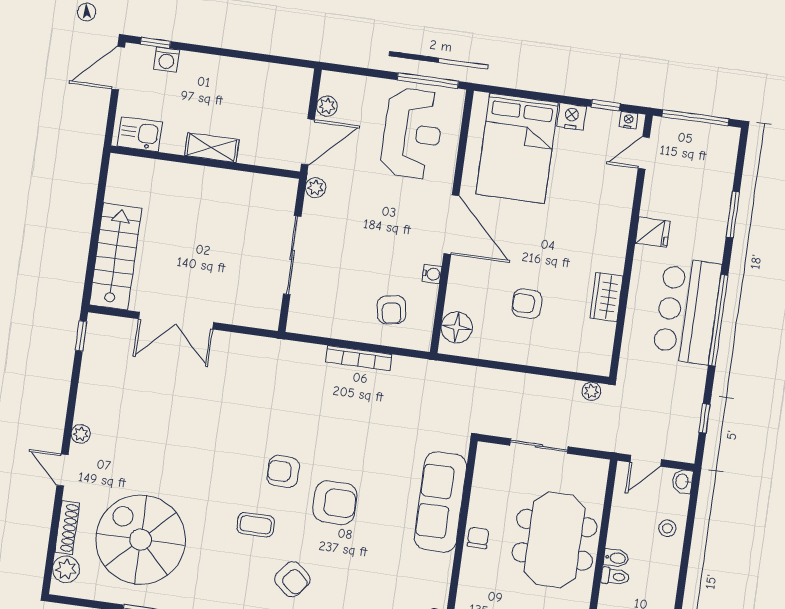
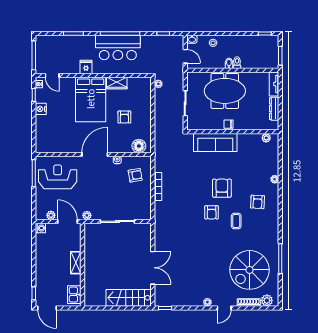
washing machine: (167, 60) -> (40, 228), moved
bed: (517, 148) -> (91, 99), moved, turned 90
armchair: (292, 579) -> (258, 202), turned 144

